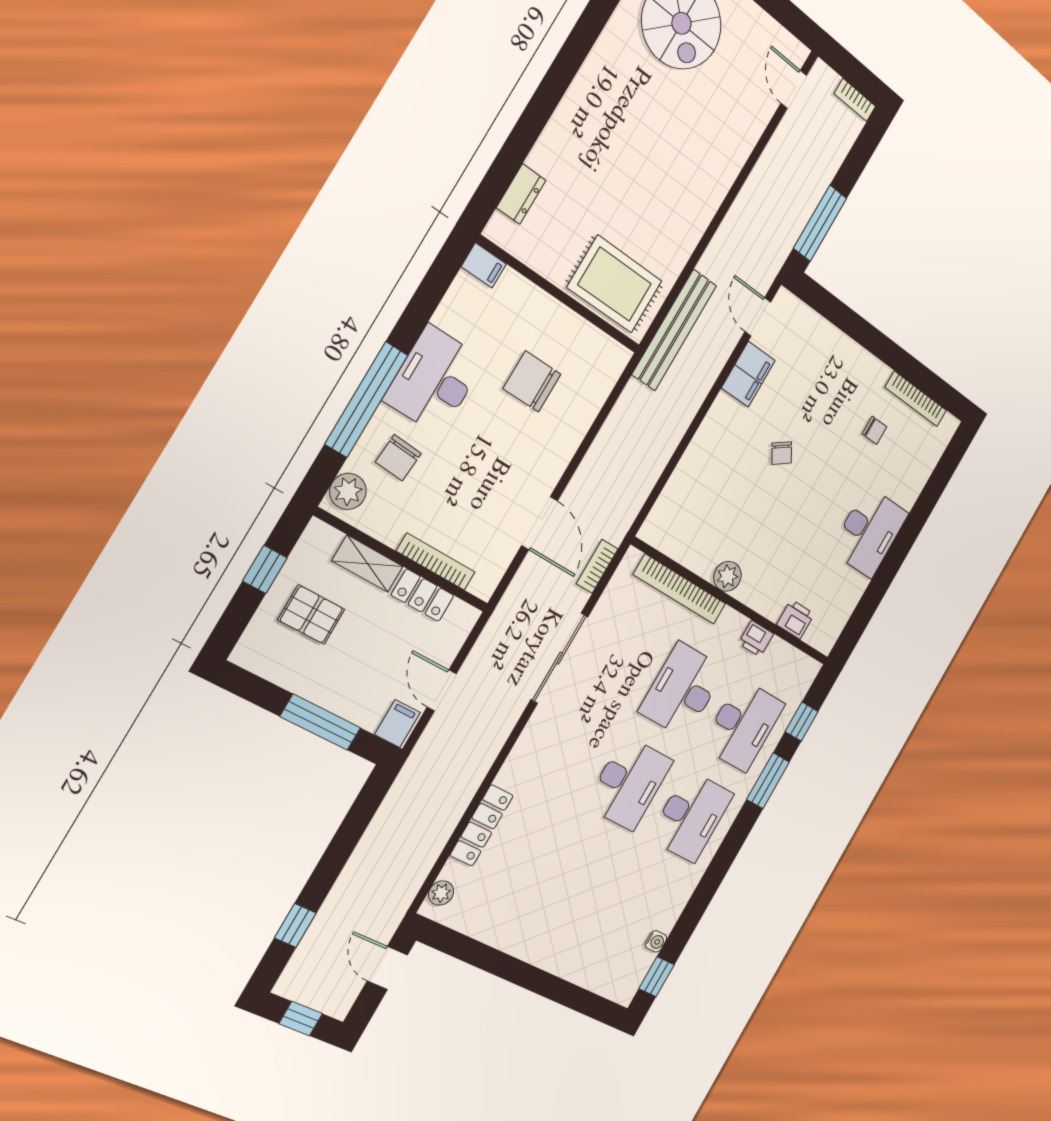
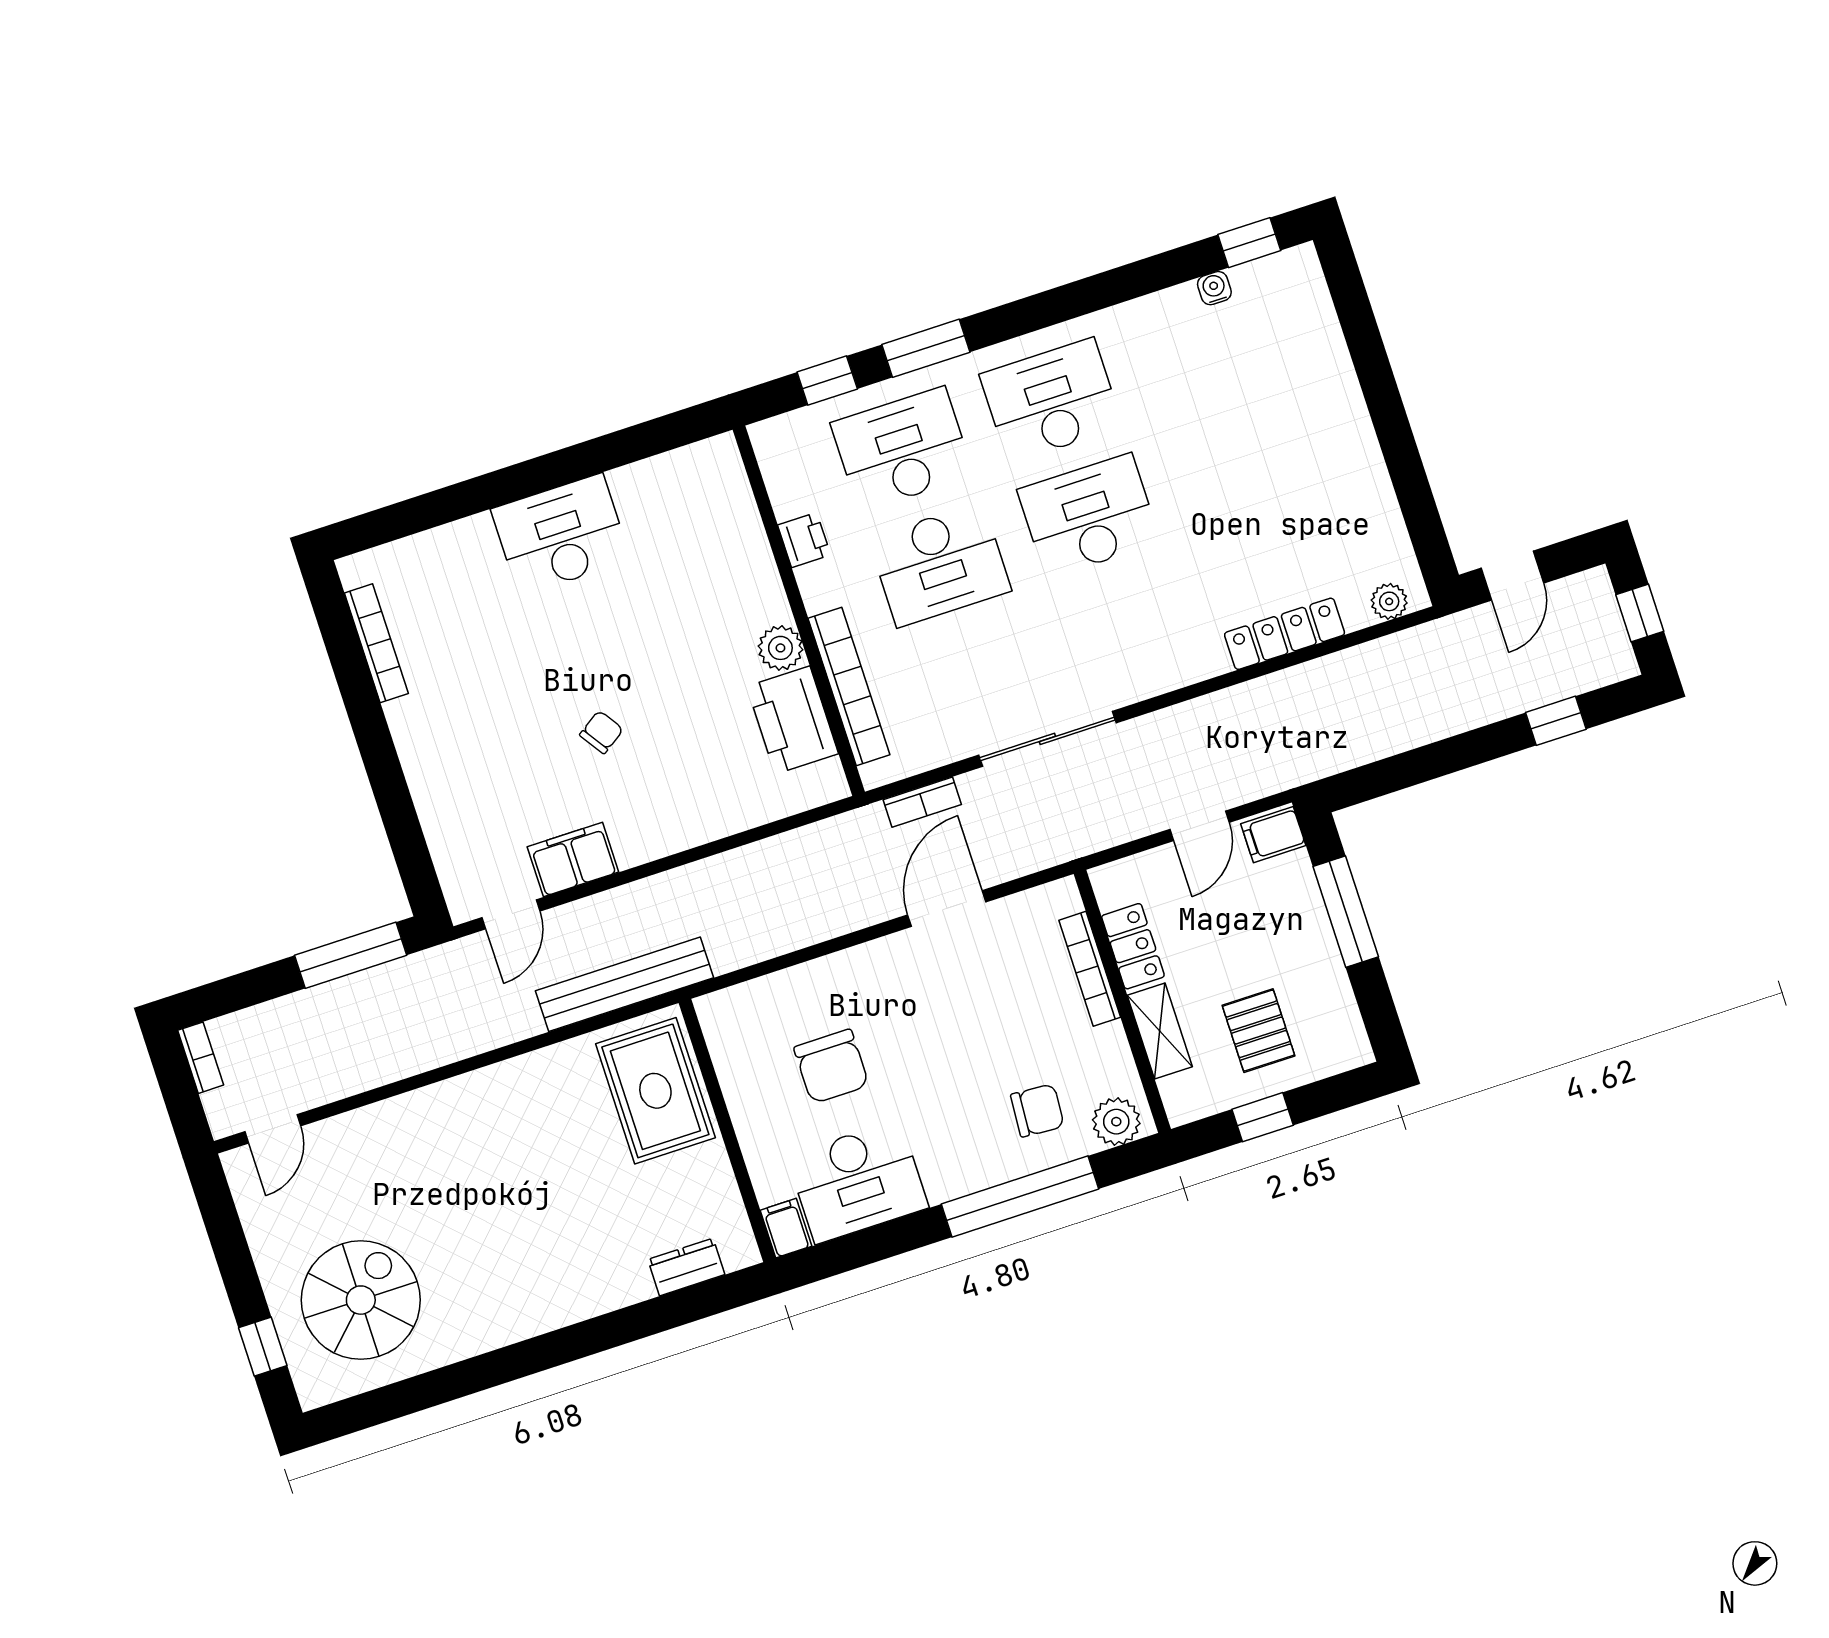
desk: (434, 380) -> (858, 1182), moved
chair: (874, 430) -> (461, 654), removed
printer: (796, 619) -> (793, 720), moved, width x1.87, depth x1.48

